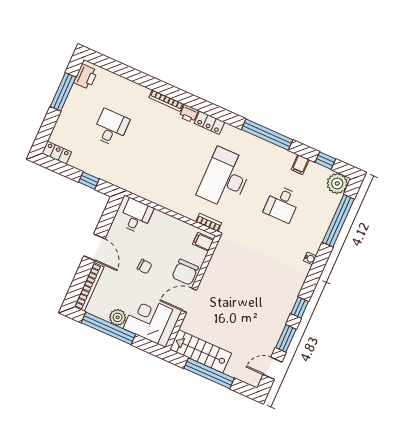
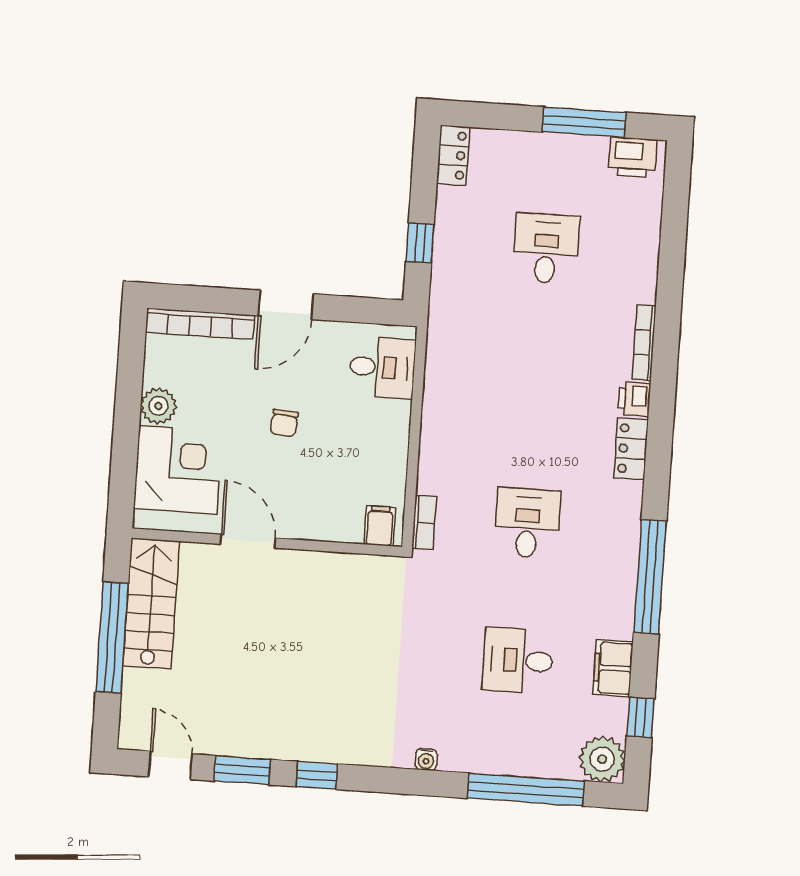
desk: (111, 128) -> (546, 248), turned -90
filing cabinet: (300, 165) -> (613, 668), width x2.00
desk: (225, 178) -> (527, 523), width x0.53, depth x0.77
chair: (185, 272) -> (303, 511), removed
window: (108, 328) -> (129, 395), removed

